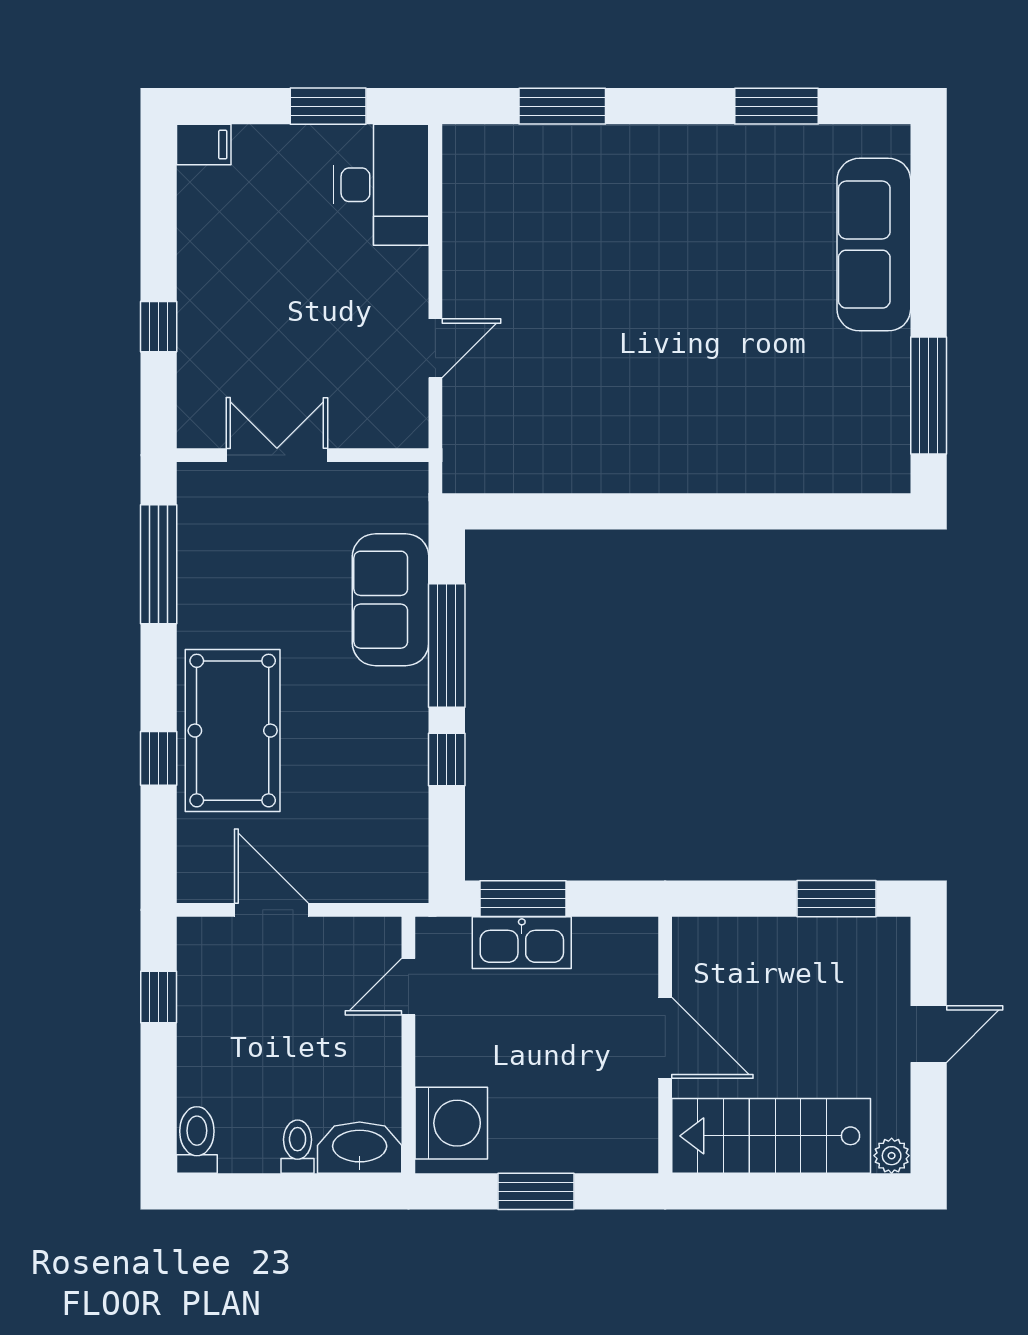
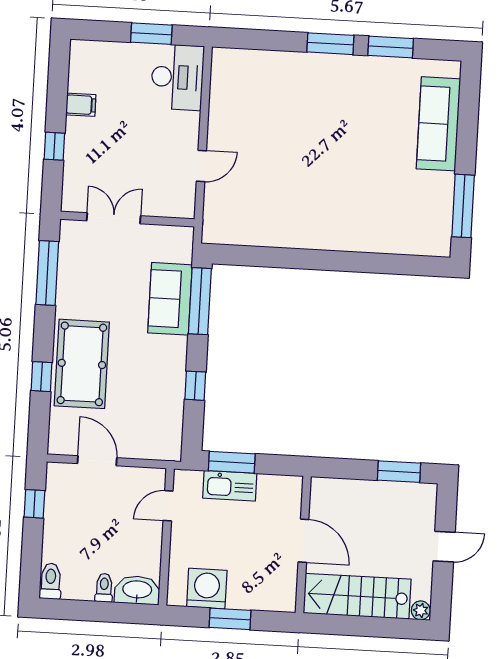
window: (562, 106) -> (330, 44), moved
filing cabinet: (204, 145) -> (81, 105), moved
window: (447, 645) -> (200, 301), moved
washing machine: (451, 1123) -> (207, 589), moved, turned -90

